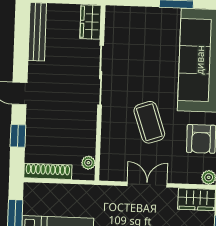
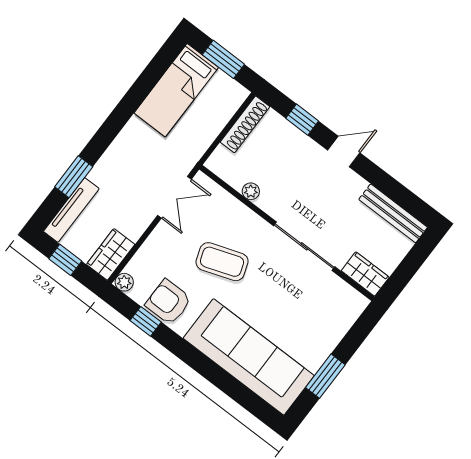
plant: (88, 163) -> (251, 191), moved
double door: (147, 185) -> (174, 197), moved

